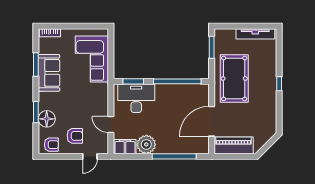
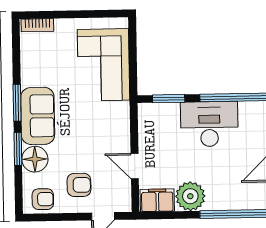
window: (36, 64) -> (17, 103), moved
sofa: (49, 73) -> (38, 116), moved
desk: (136, 98) -> (209, 124), moved

